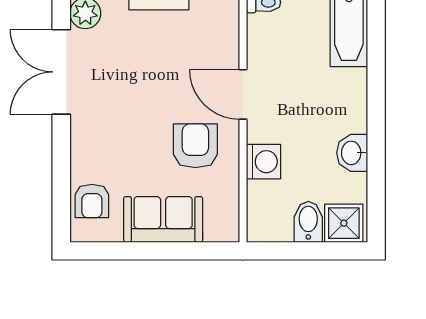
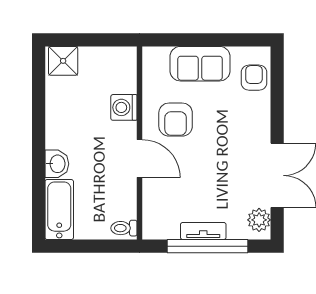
washbasin: (352, 153) -> (57, 164), moved
bidet: (308, 222) -> (90, 62), removed

